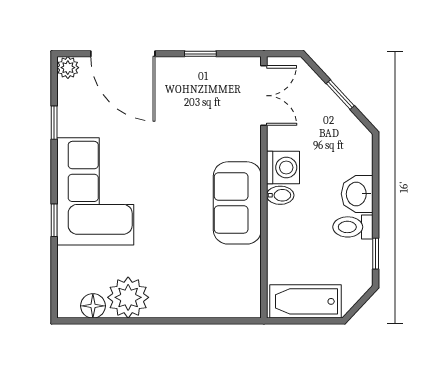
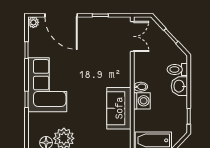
washing machine: (283, 167) -> (142, 101), moved
sofa: (237, 203) -> (119, 108), moved
toilet: (353, 227) -> (177, 69), moved

